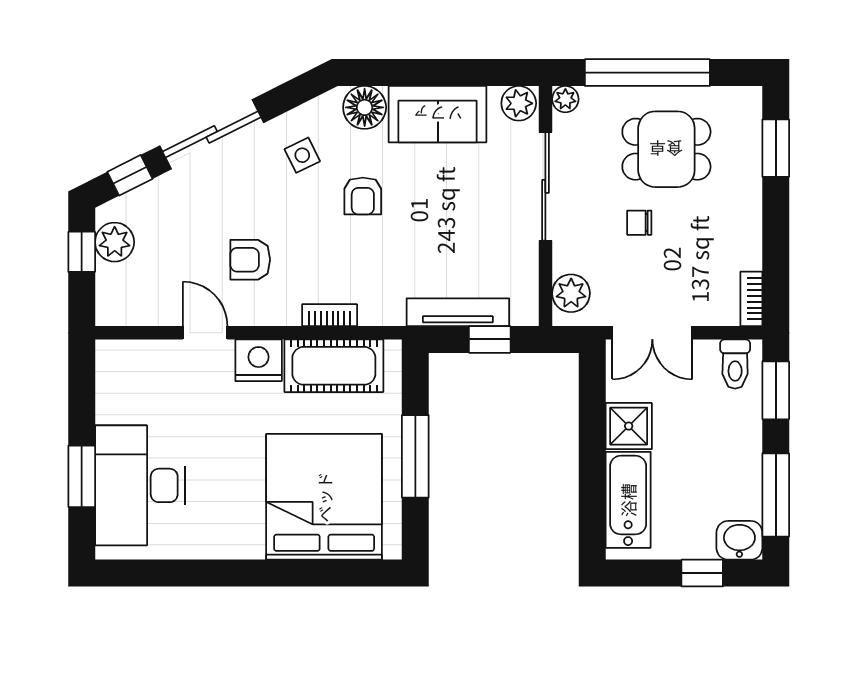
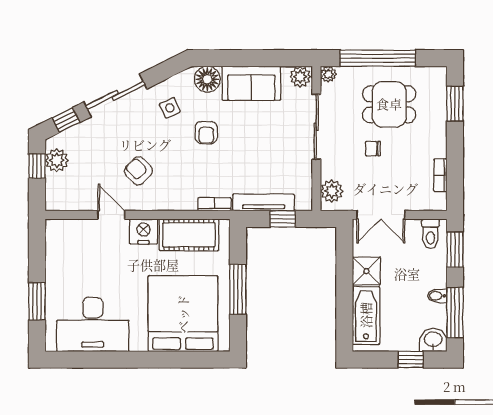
armchair: (250, 260) -> (138, 171), turned 46
bookcase: (751, 299) -> (440, 175), moved
bookcase: (330, 315) -> (214, 204), moved
bidet: (746, 467) -> (437, 296), added
desk: (140, 485) -> (93, 325), moved, turned -90

